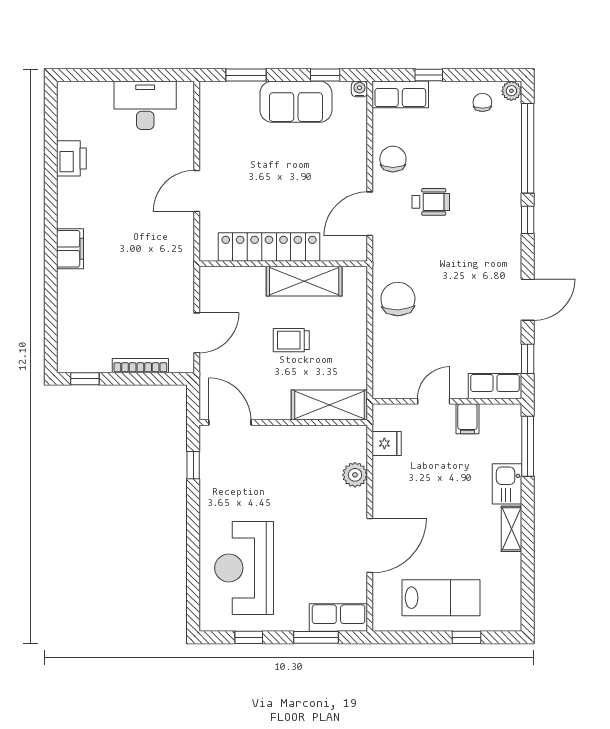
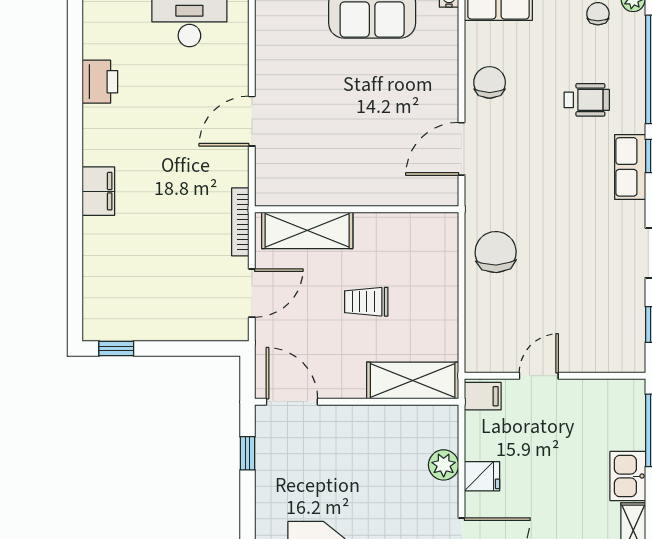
wheelchair: (431, 202) -> (587, 100), moved
locker: (269, 247) -> (339, 189), removed
shelving: (304, 281) -> (307, 230), moved
bookcase: (140, 366) -> (240, 222), moved, turned -90
row of seats: (495, 386) -> (630, 167), moved, turned -90
filing cabinet: (467, 419) -> (483, 396), moved, turned -90
fridge: (387, 443) -> (482, 476), moved

